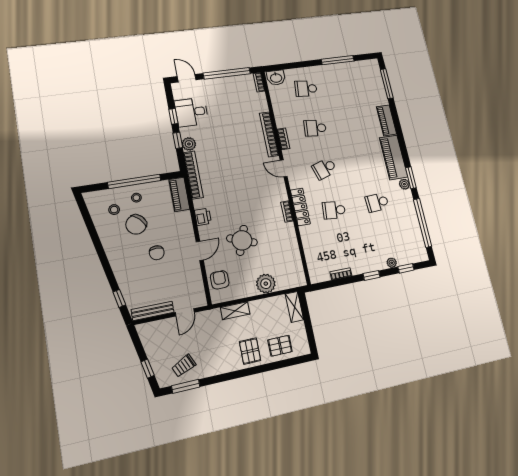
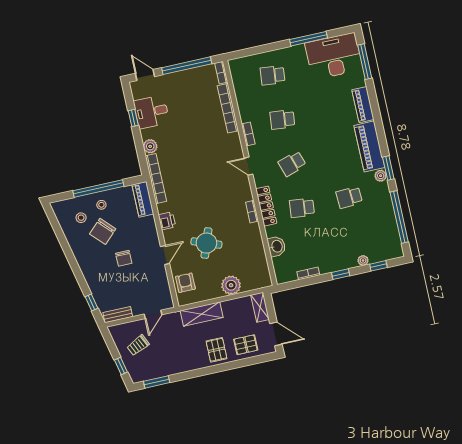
desk: (360, 77) -> (334, 56), added
washbasin: (276, 78) -> (277, 246), moved, turned -90
bookcase: (269, 134) -> (228, 108), moved
window: (178, 140) -> (139, 143), removed
bench: (153, 311) -> (118, 315), width x0.73
shelving: (235, 311) -> (202, 314), width x1.50, depth x1.33
door: (310, 335) -> (276, 334), added
trolley: (184, 366) -> (138, 345), moved

